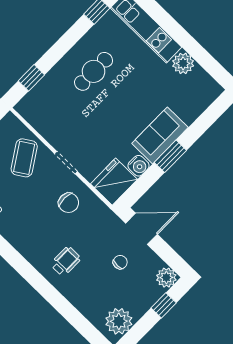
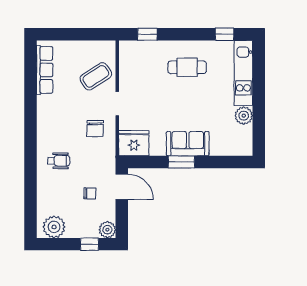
water cooler: (139, 166) -> (157, 149), removed

